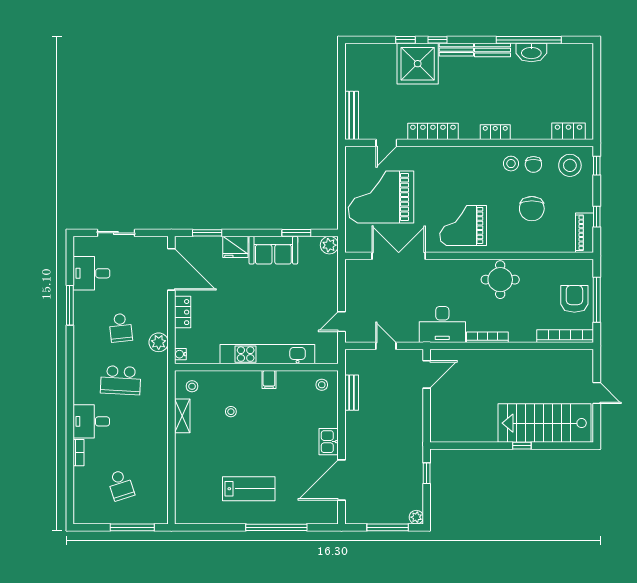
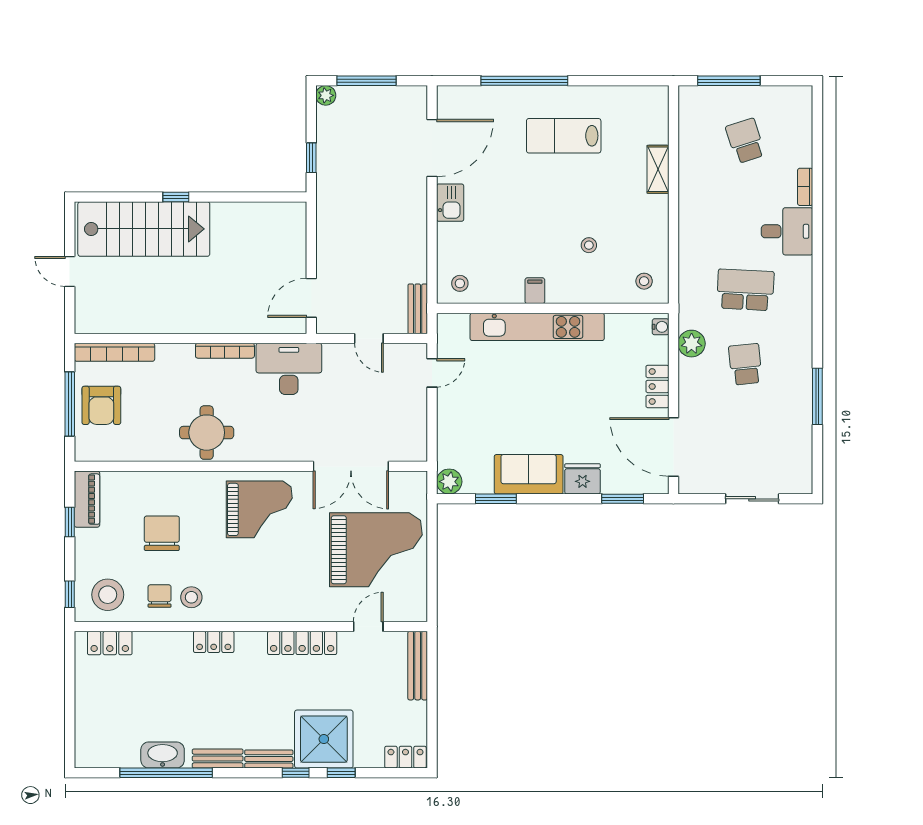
locker: (360, 51) -> (405, 757), added
desk: (91, 273) -> (787, 442), removed
bench: (352, 393) -> (418, 309), moved
shelving: (182, 416) -> (658, 169), moved

